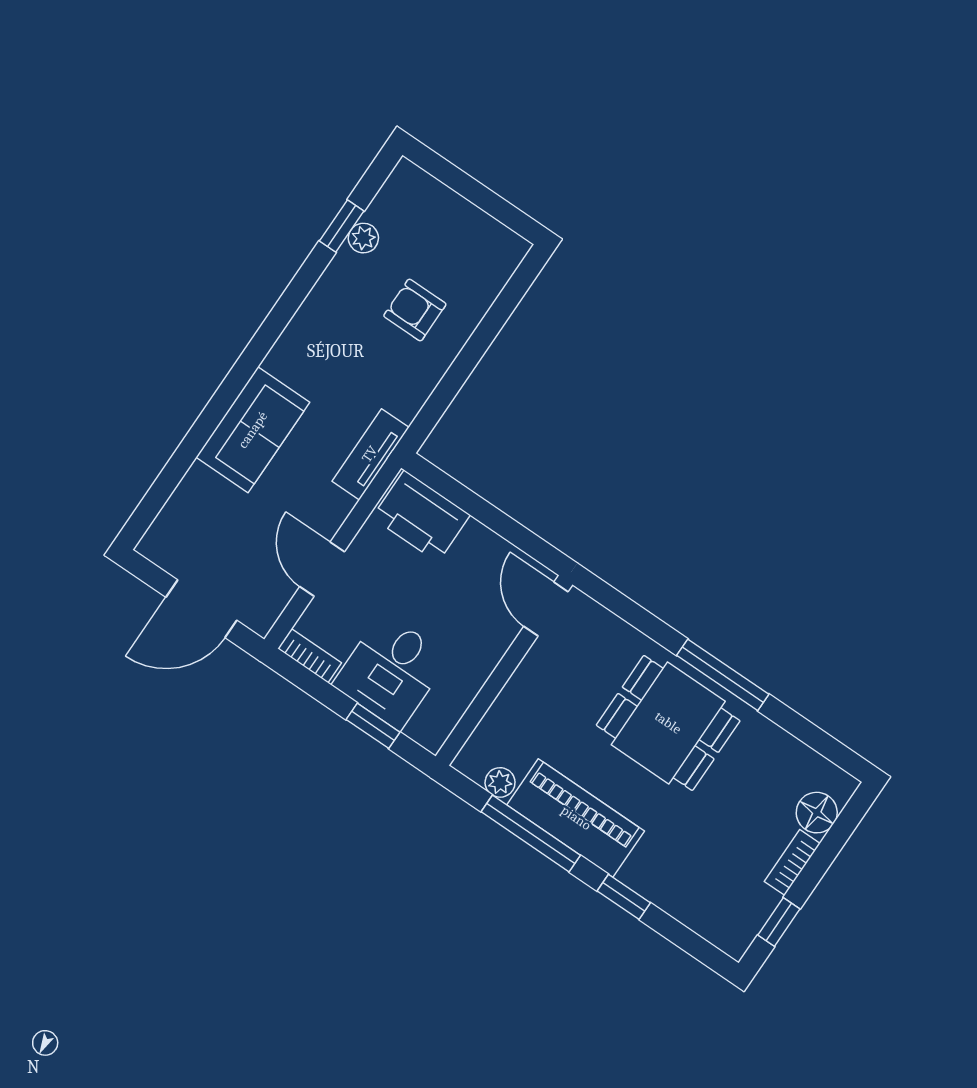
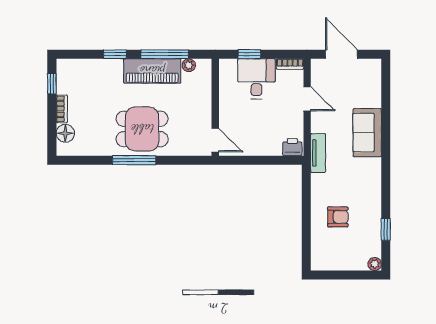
plant: (363, 238) -> (375, 264), moved
printer: (421, 516) -> (292, 147), width x0.53, depth x0.68
door: (201, 609) -> (341, 54), hinge flipped

